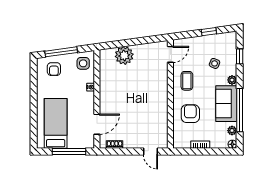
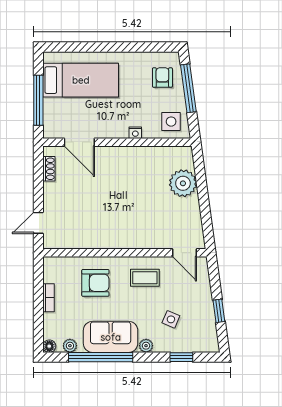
armchair: (54, 69) -> (162, 77), turned 90

